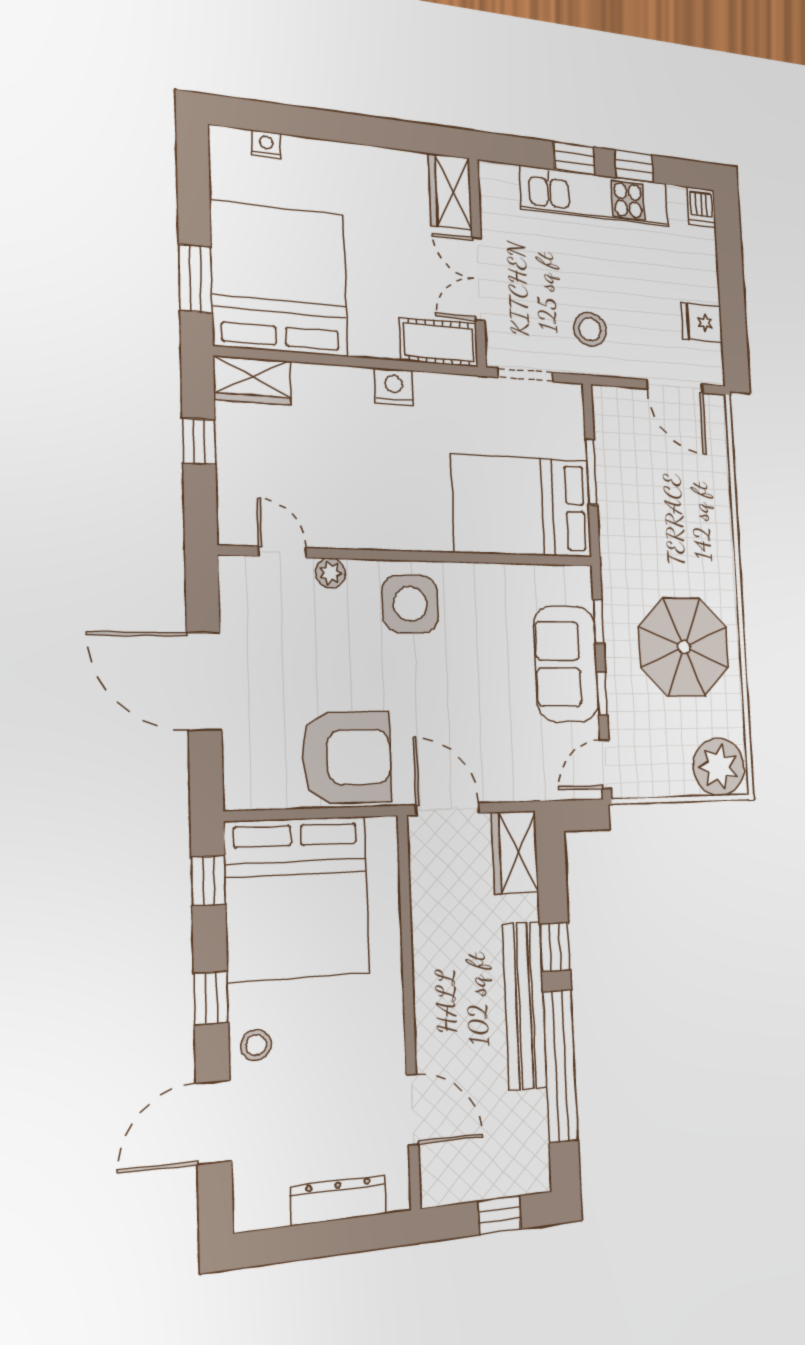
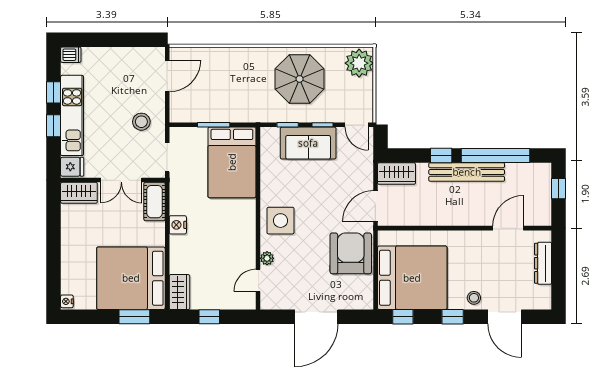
nightstand: (266, 144) -> (67, 301), moved
fridge: (702, 323) -> (72, 167), moved, turned -90

